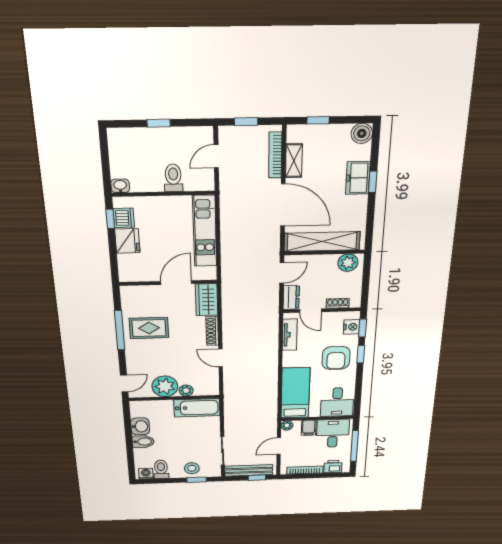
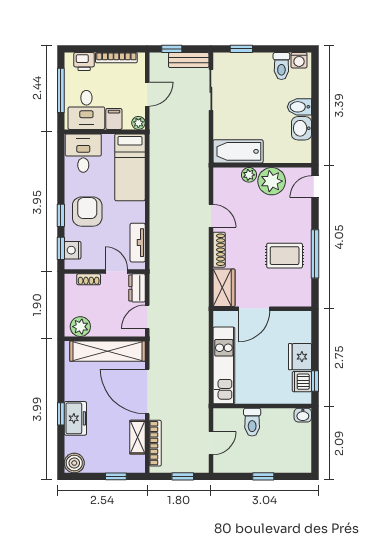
stool: (192, 468) -> (246, 66), removed
bench: (249, 470) -> (189, 60), width x0.73

